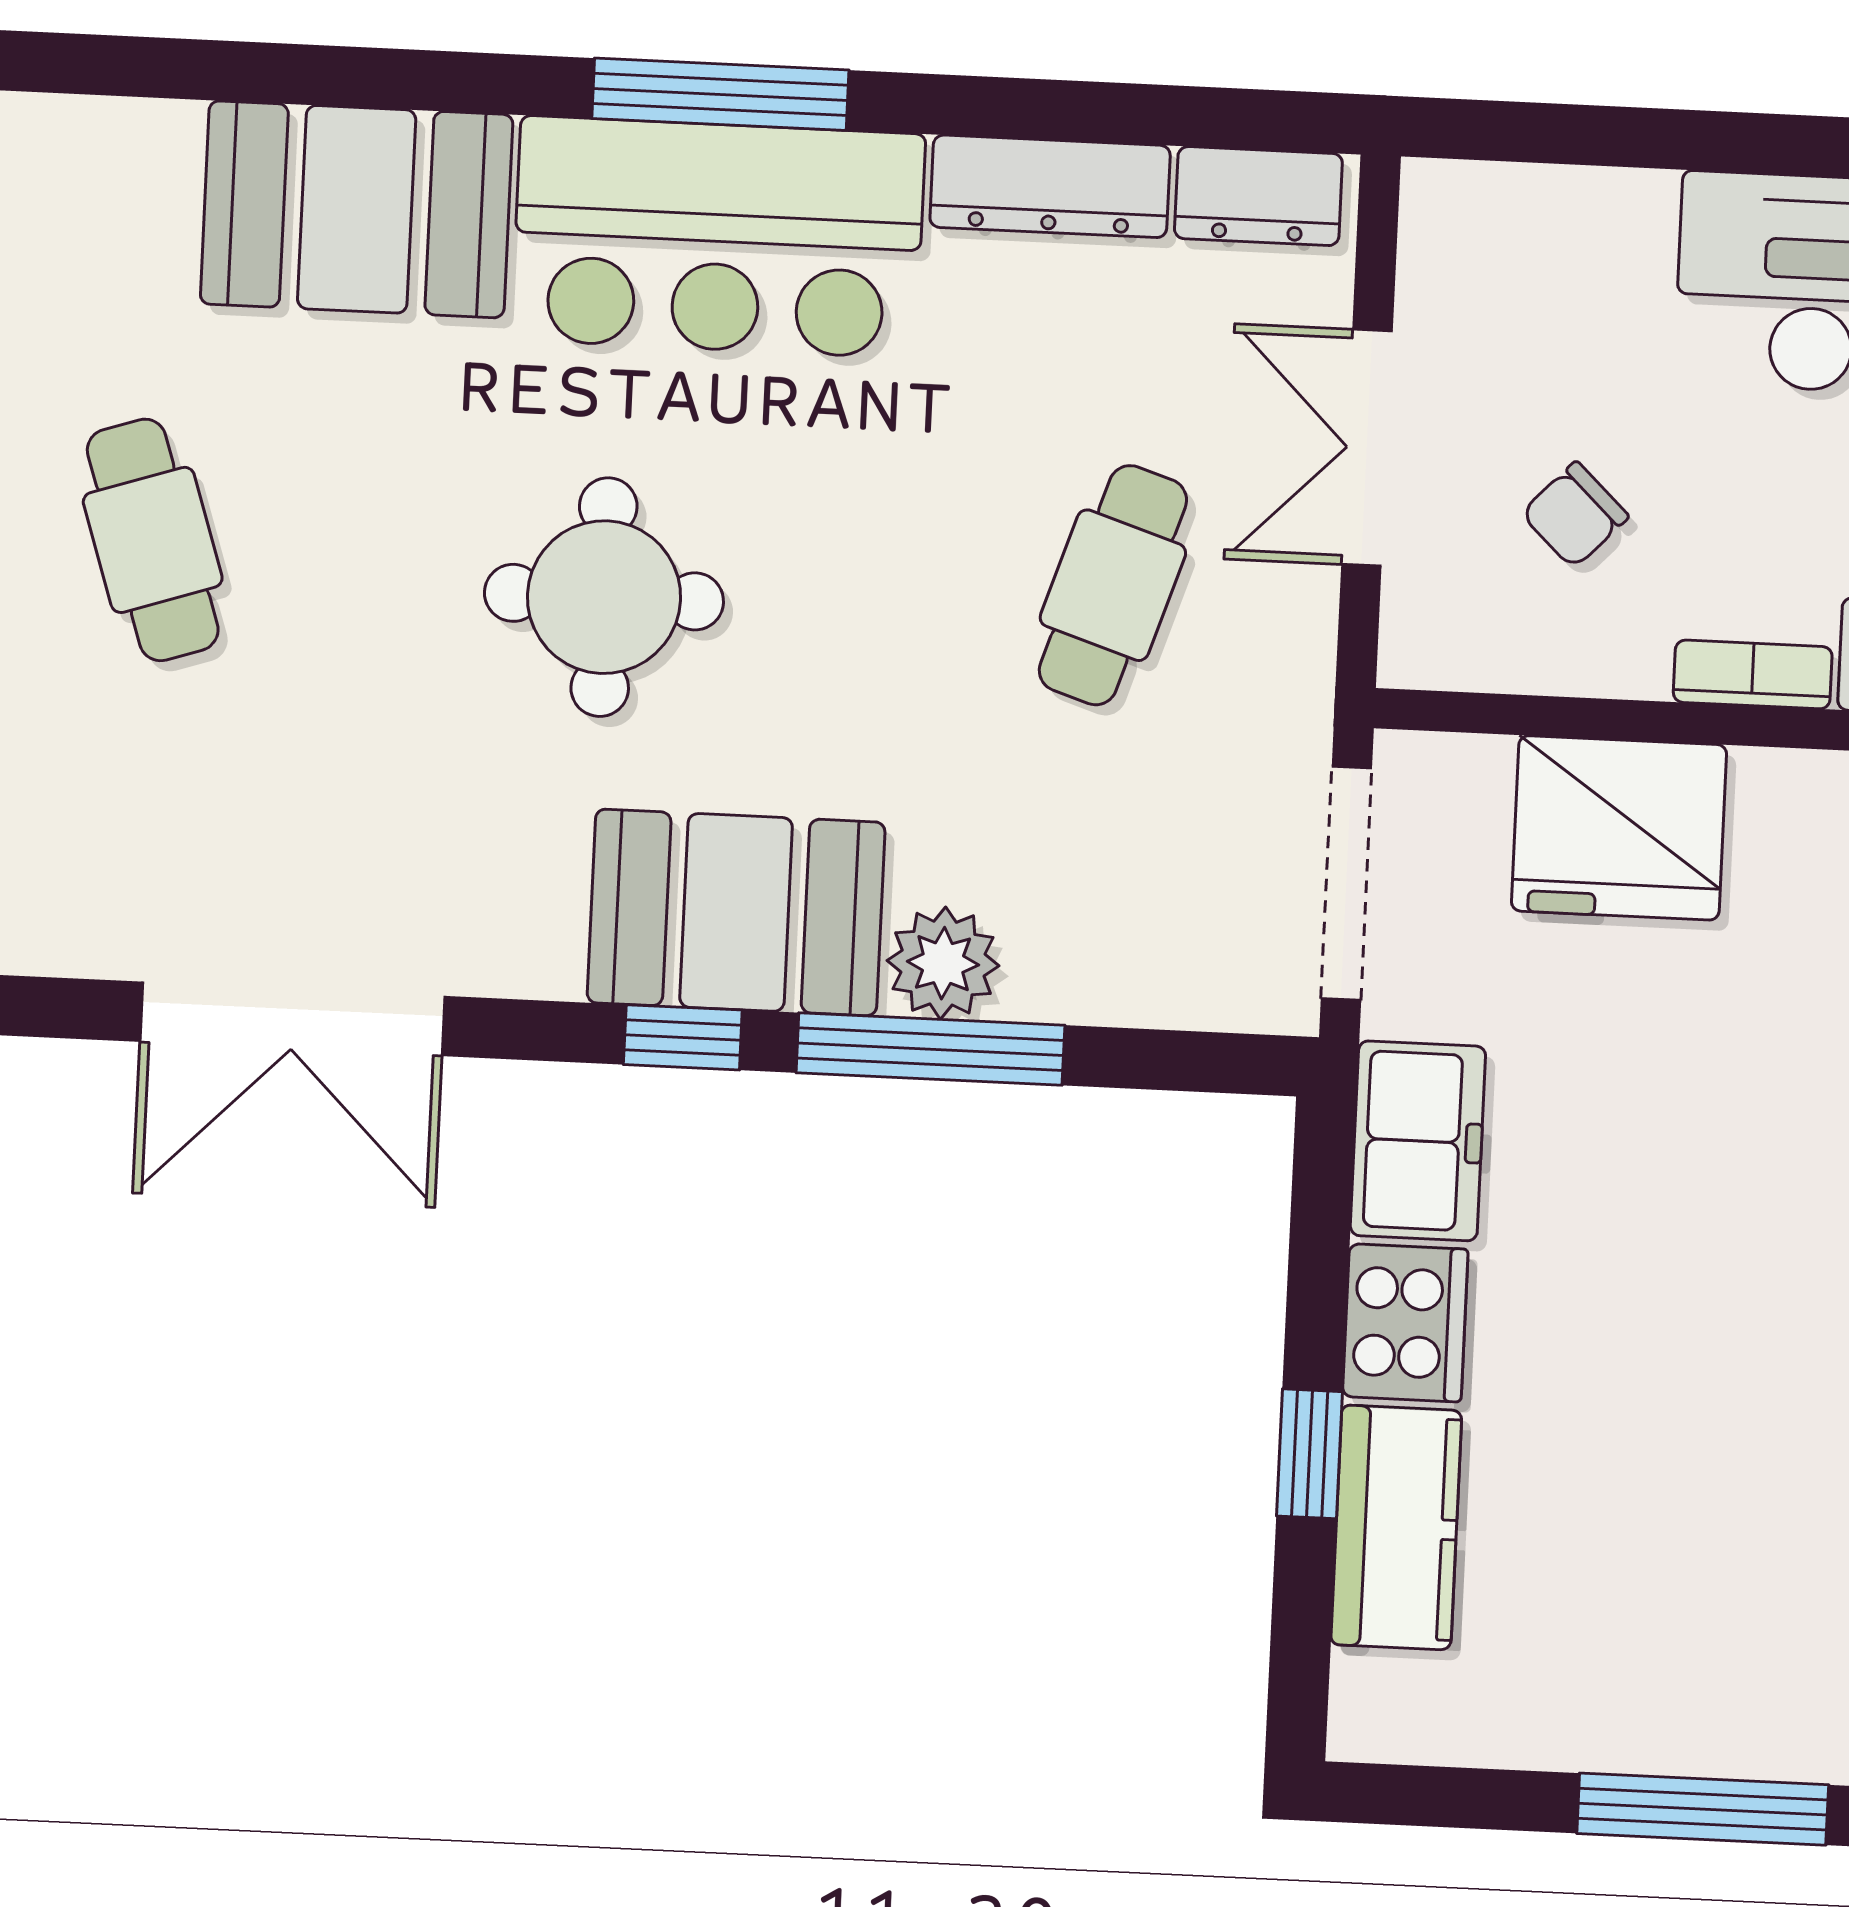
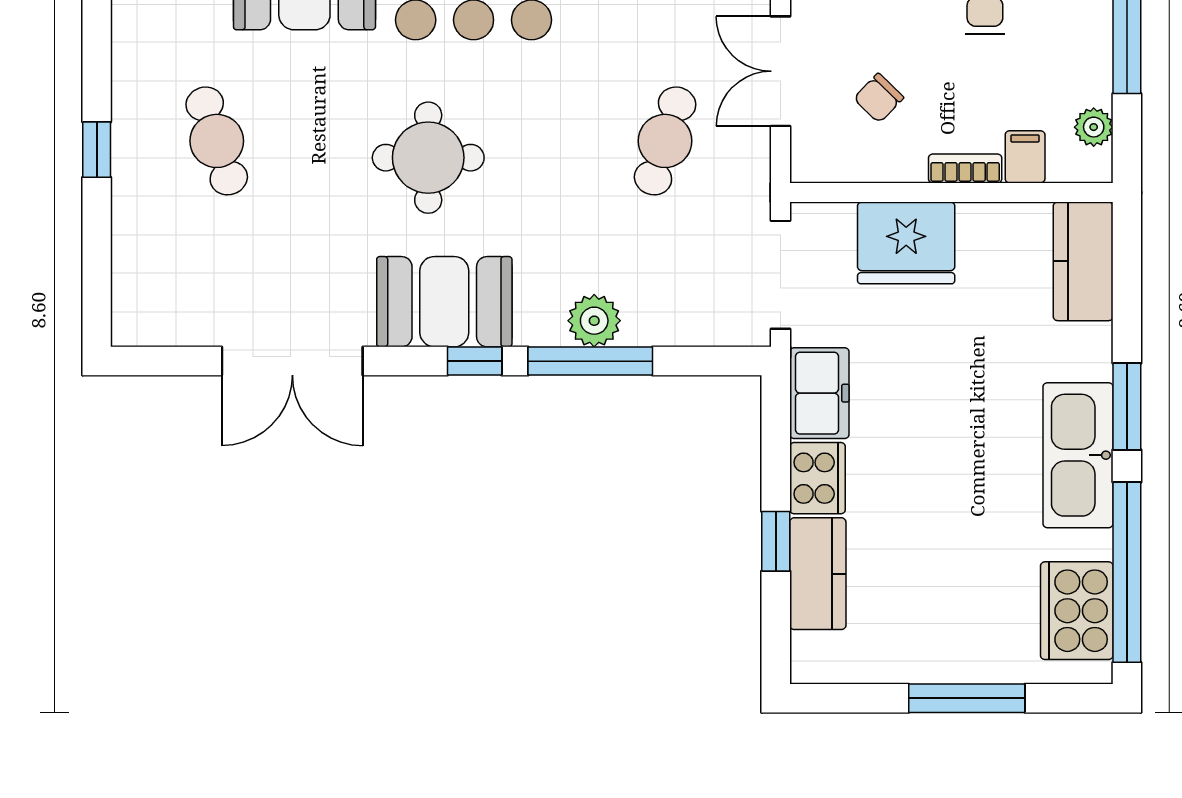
booth: (736, 912) -> (444, 302), moved

